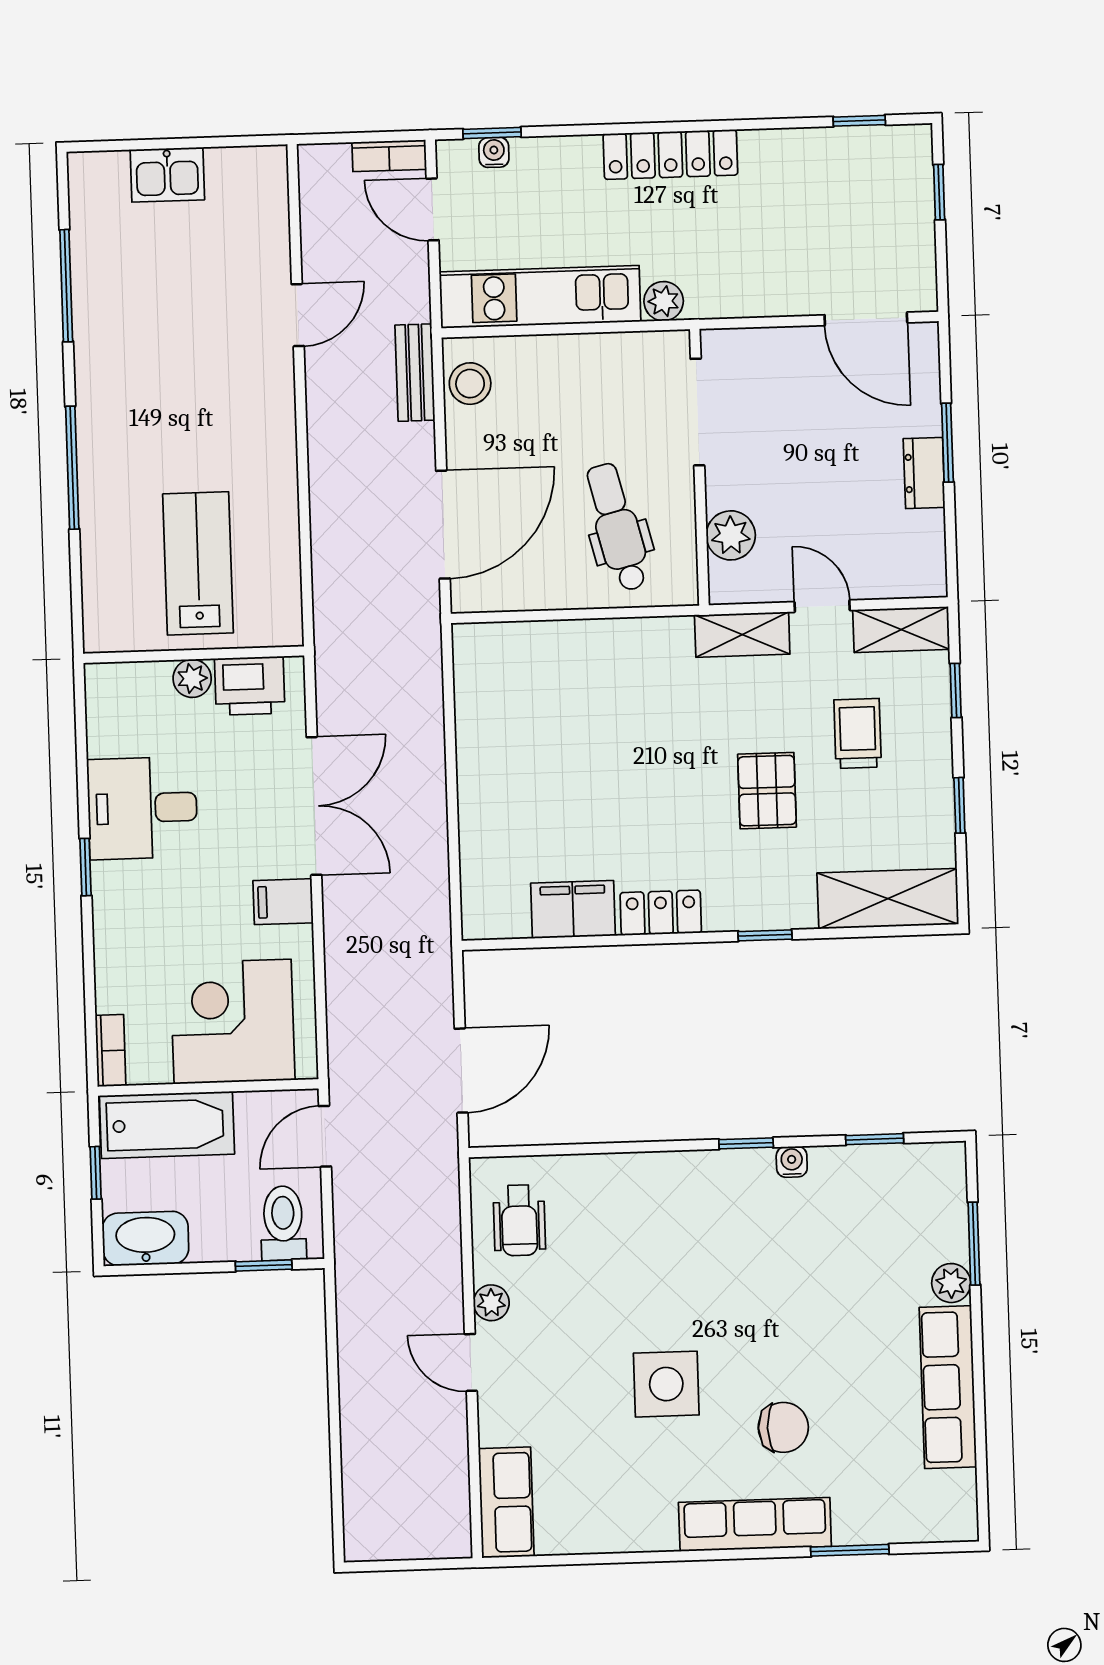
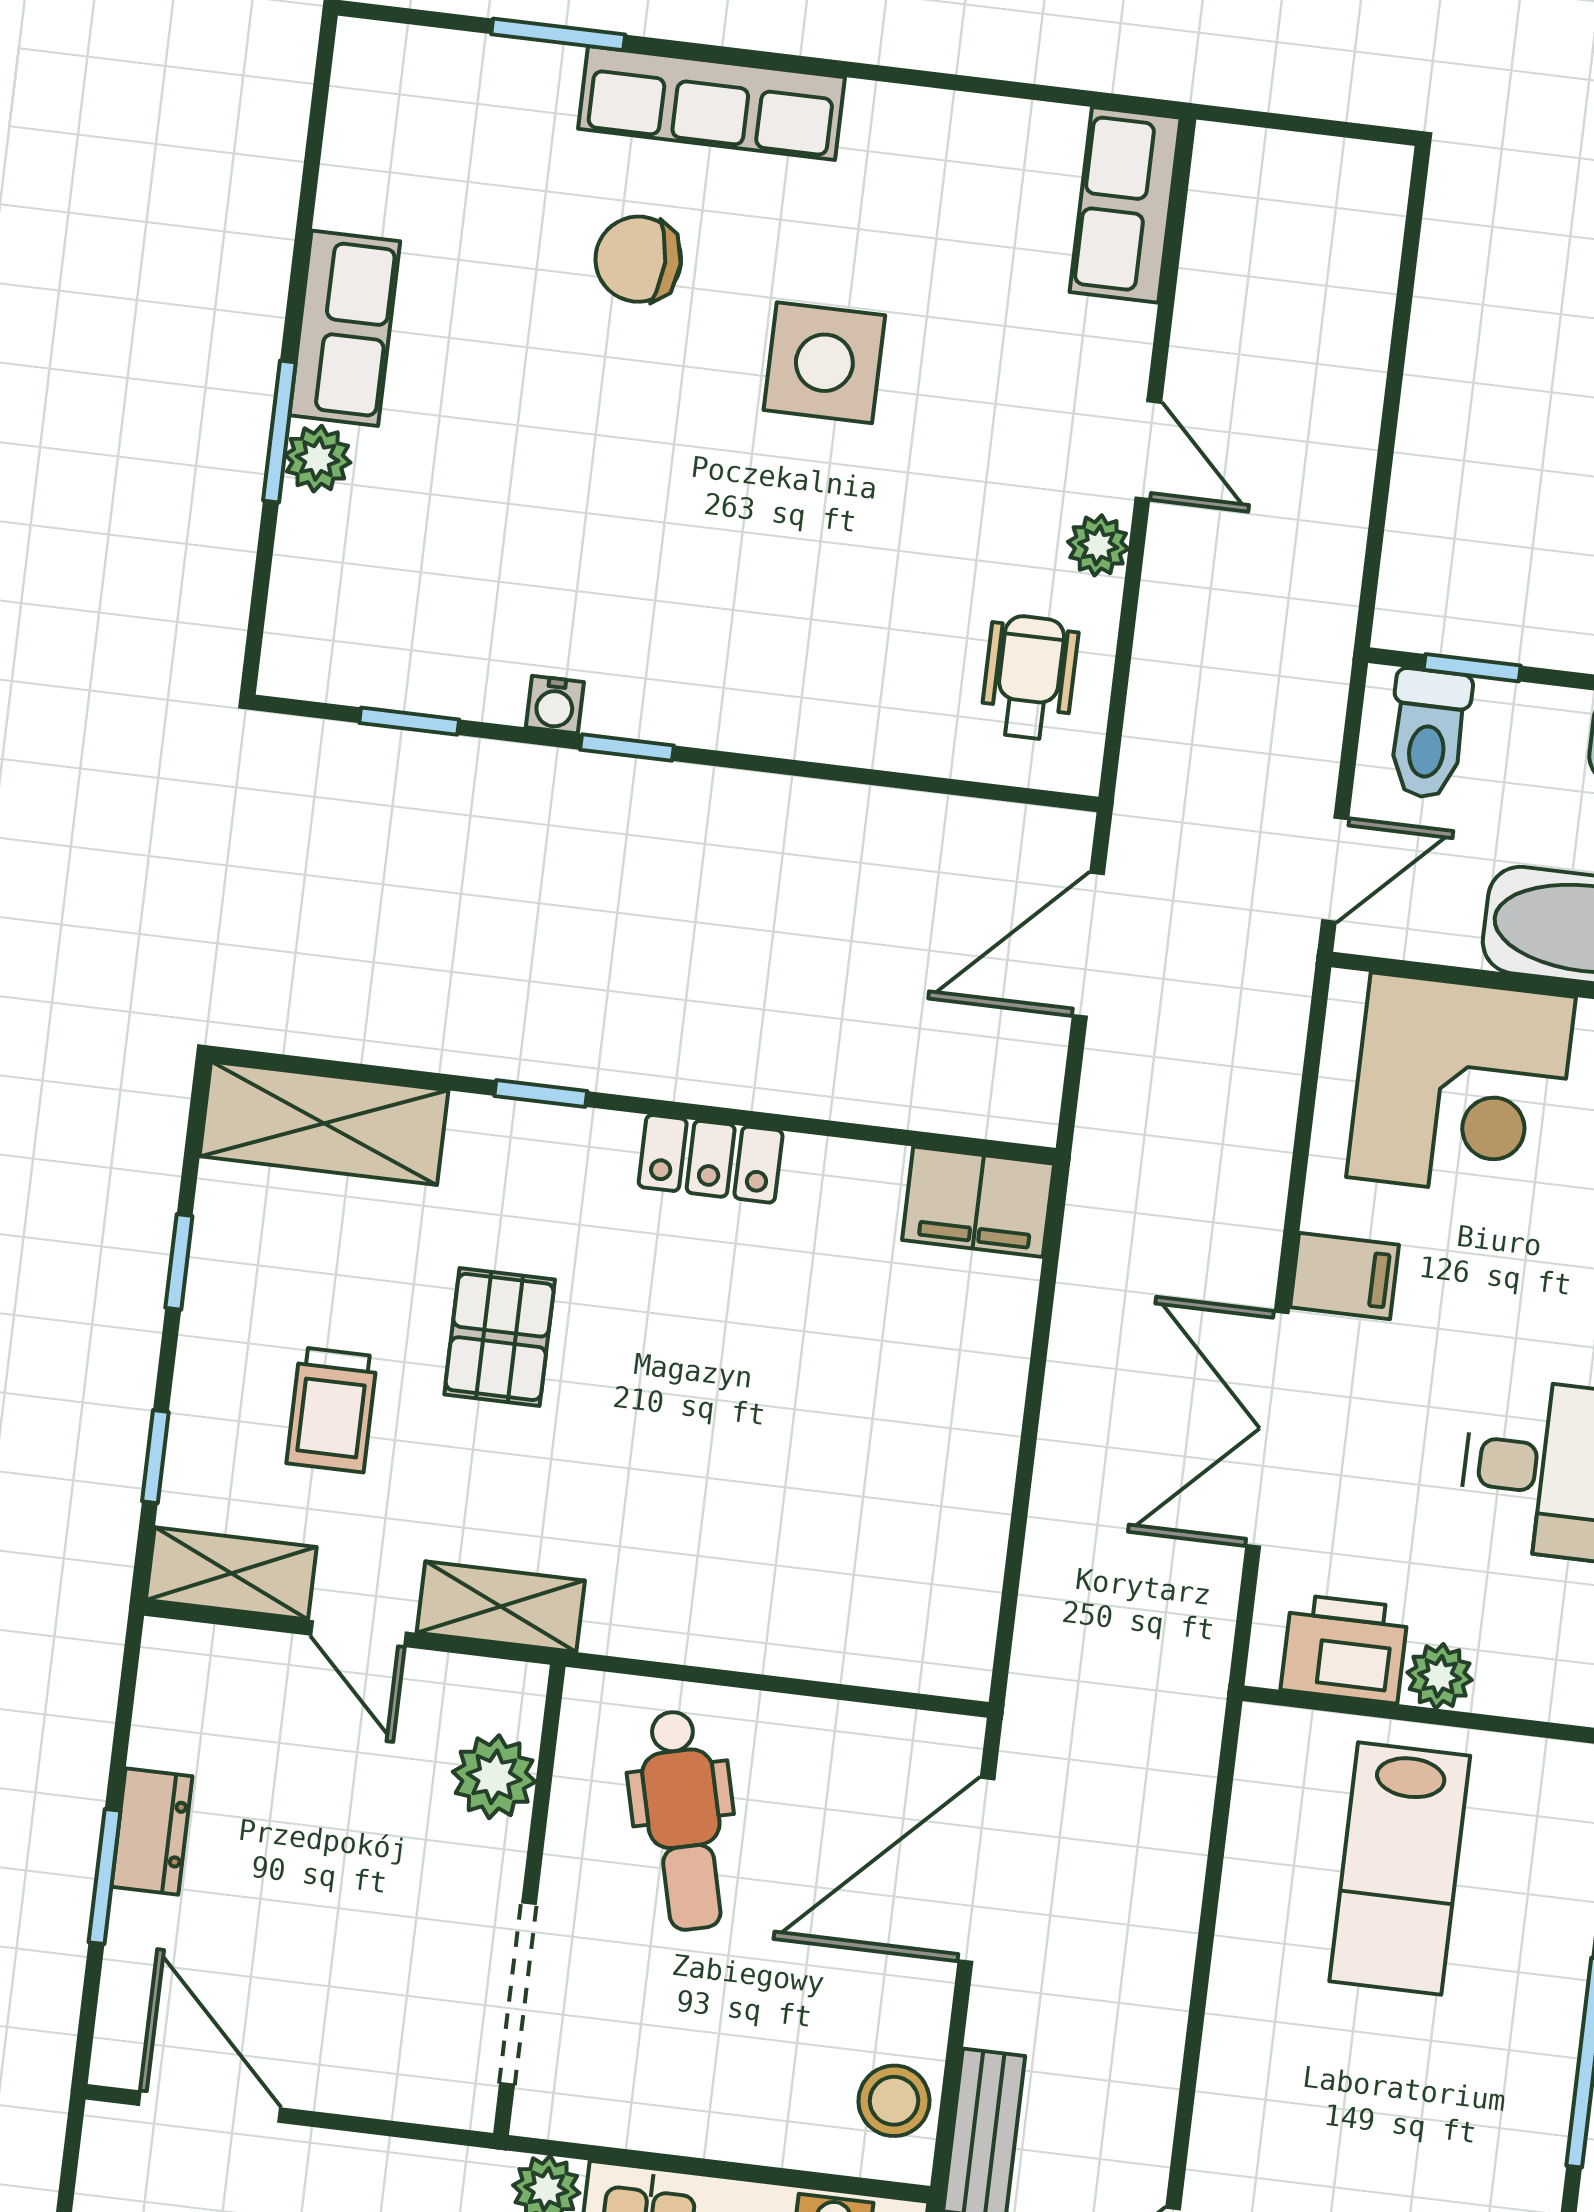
filing cabinet: (573, 909) -> (978, 1202), moved
window: (974, 1244) -> (279, 432), moved
row of seats: (948, 1387) -> (345, 328), width x0.68

